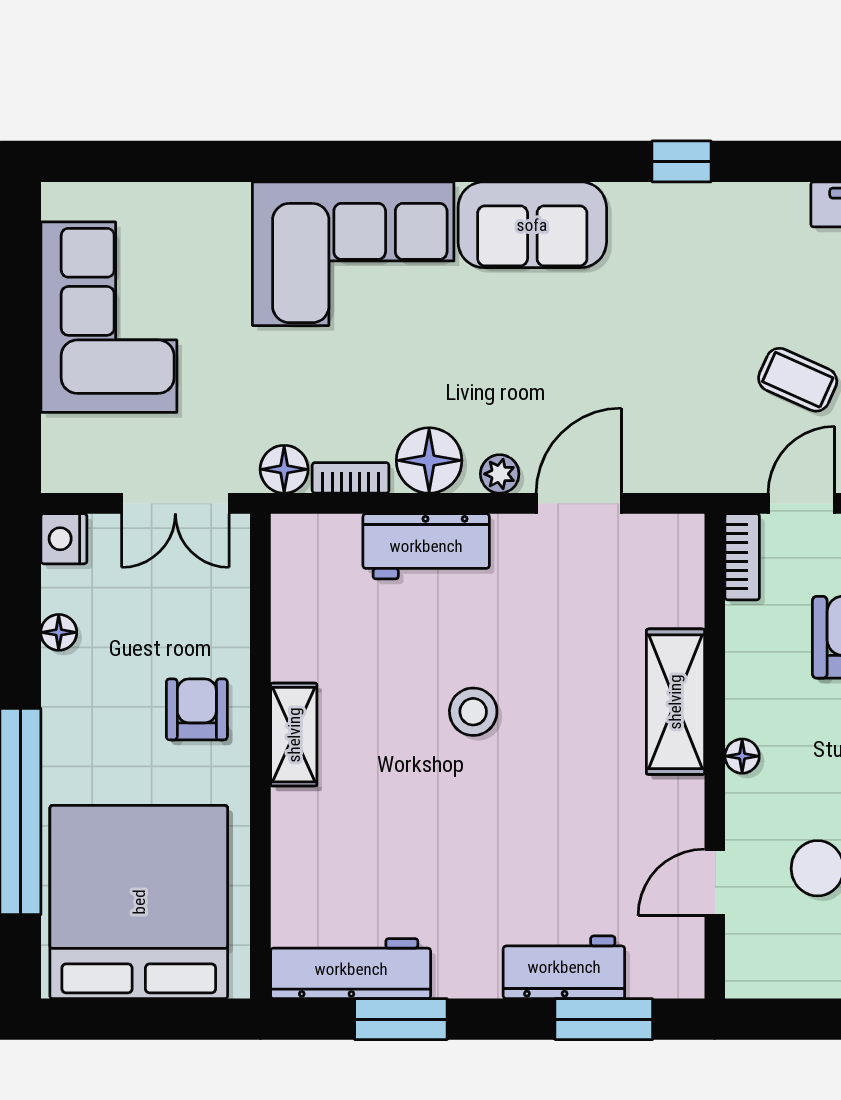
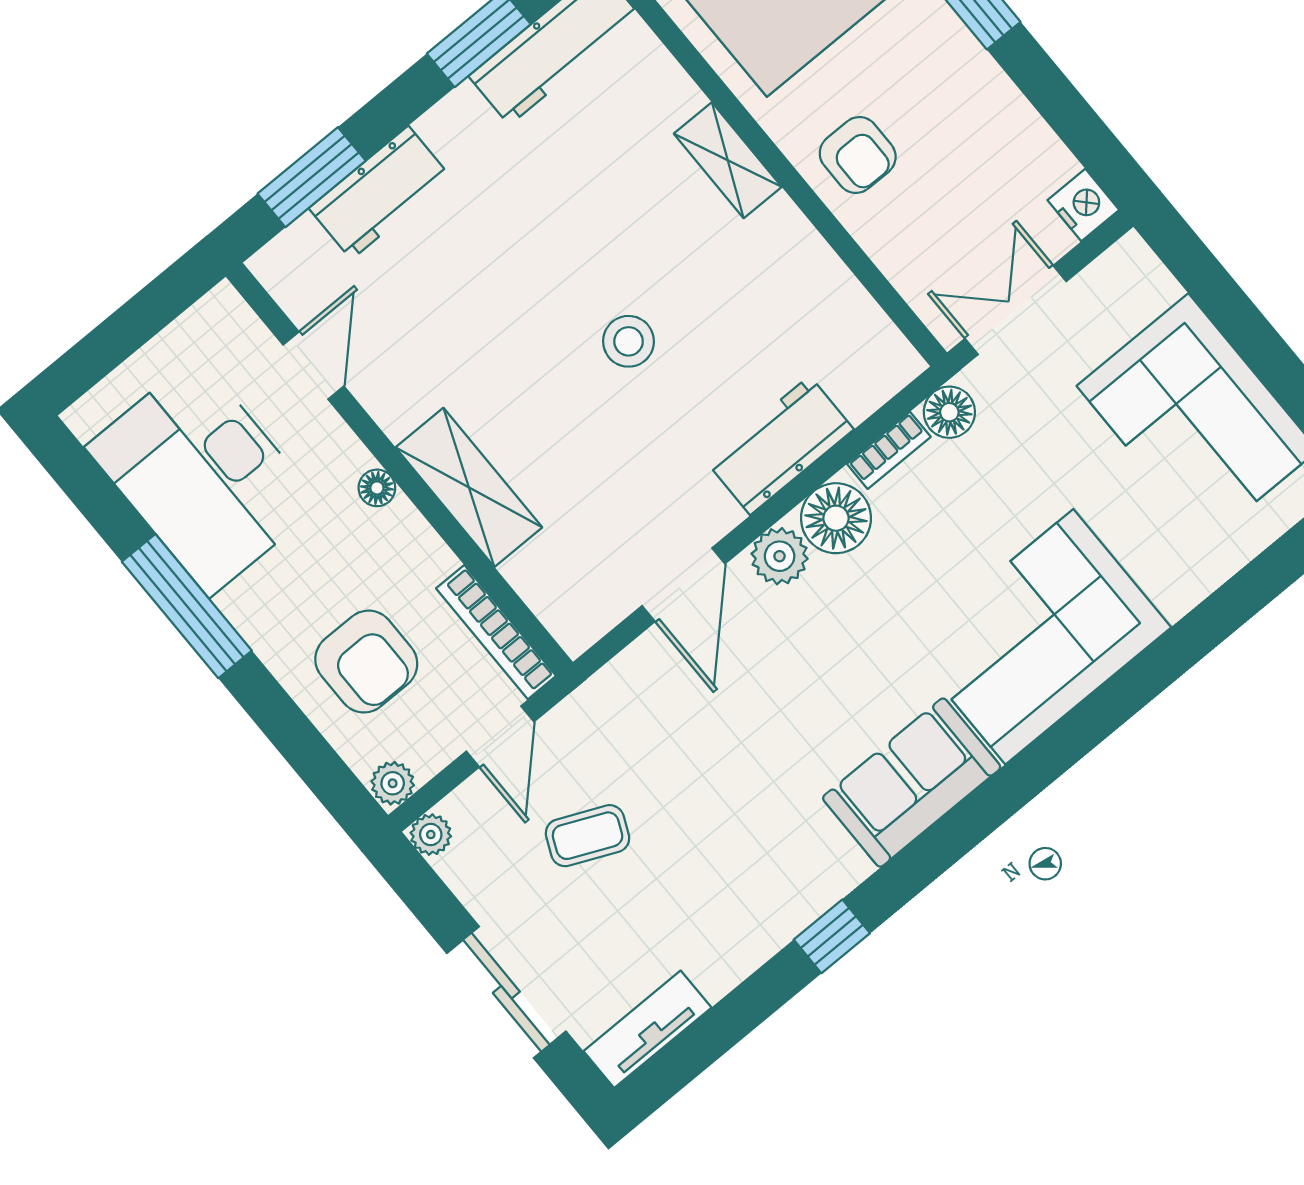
plant: (500, 474) -> (780, 556), width x1.38, depth x1.38
bookcase: (742, 557) -> (496, 632), width x1.56
floor lamp: (59, 632) -> (1024, 124), removed
shelving: (294, 735) -> (728, 160), moved

